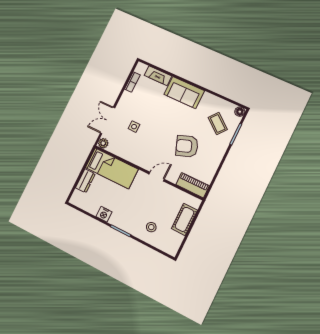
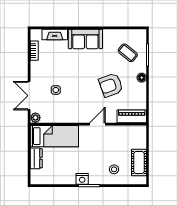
floor lamp: (240, 112) -> (142, 78), moved
nightstand: (104, 214) -> (82, 179), moved
cot: (184, 219) -> (139, 162), moved

